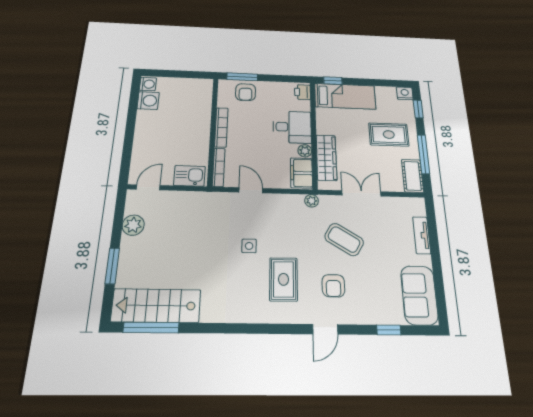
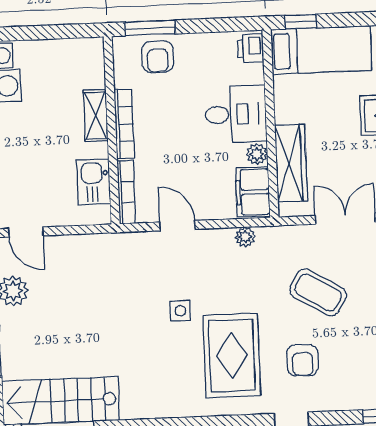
shelving: (204, 121) -> (96, 115), added
kitchen sink: (189, 176) -> (93, 182), moved, turned -90
door: (148, 187) -> (26, 232), swing flipped
plant: (312, 201) -> (245, 237), moved
rug: (283, 279) -> (232, 355), width x1.36, depth x1.43

